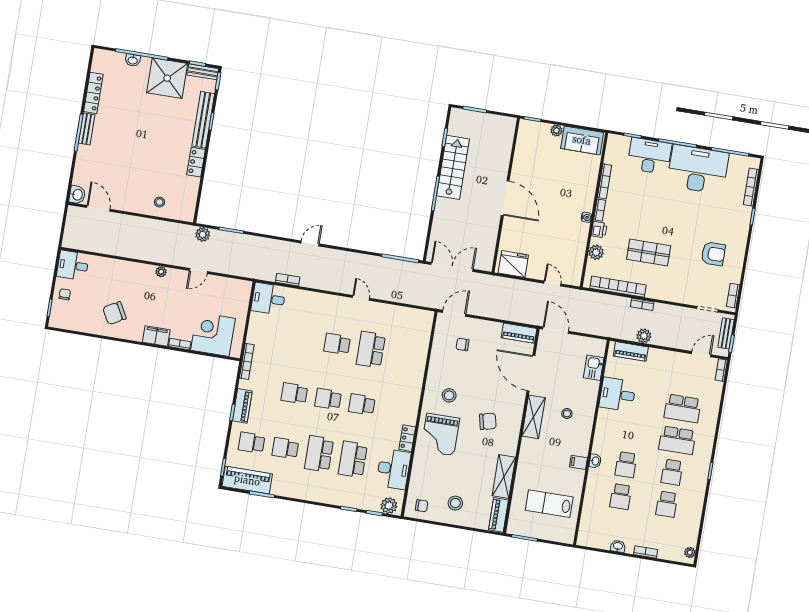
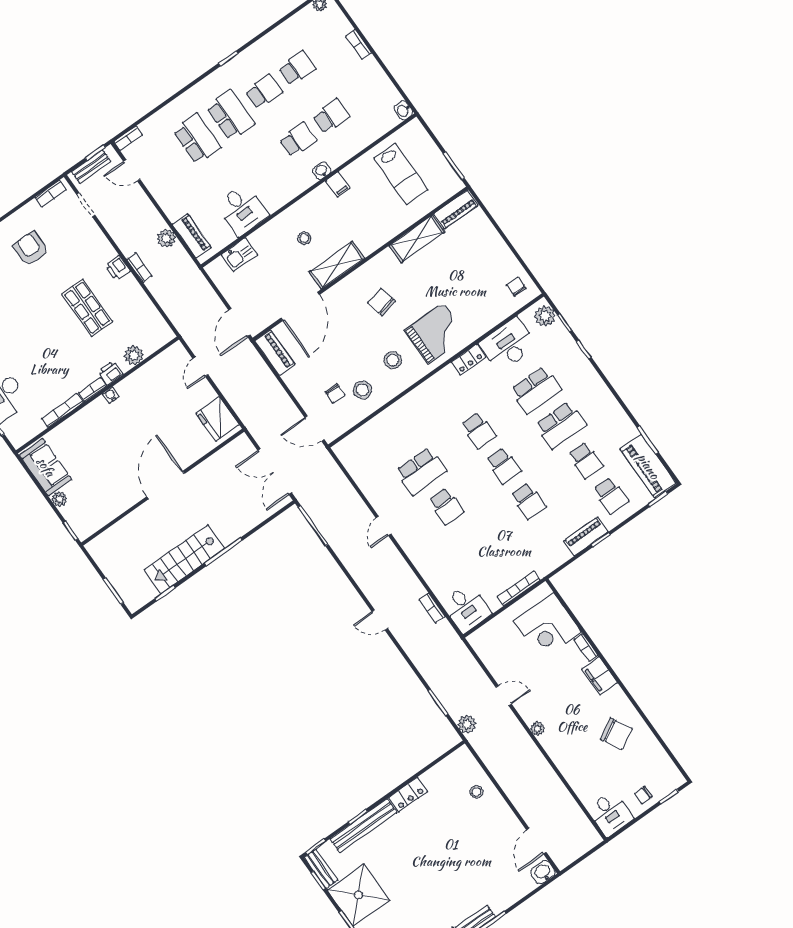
bookcase: (618, 287) -> (145, 305), removed
printer: (654, 292) -> (118, 268), added
bookcase: (247, 361) -> (519, 588), moved
stool: (455, 503) -> (362, 390), moved
washbasin: (618, 546) -> (404, 110), moved

